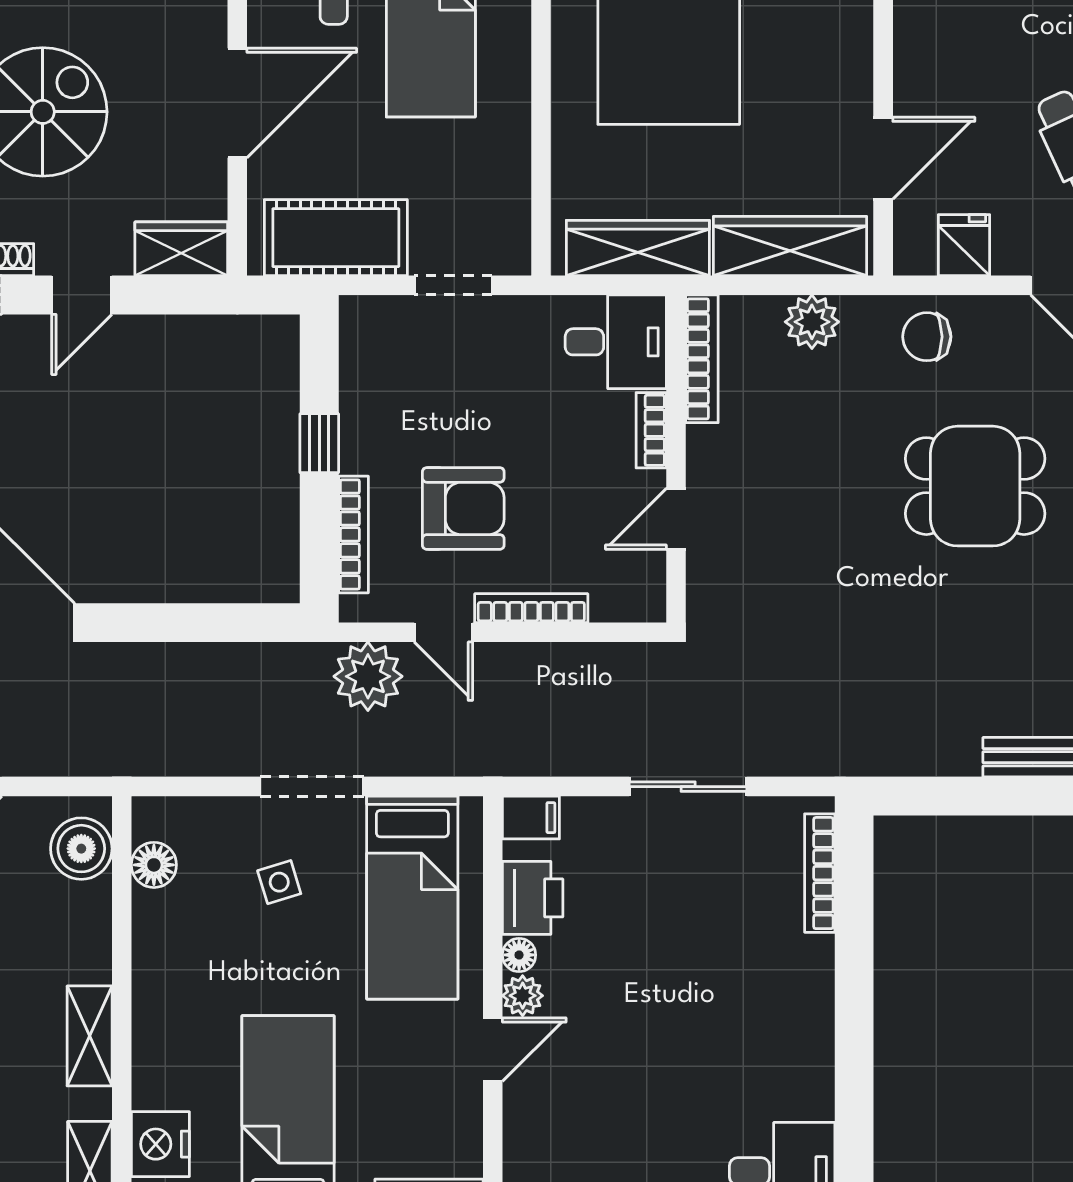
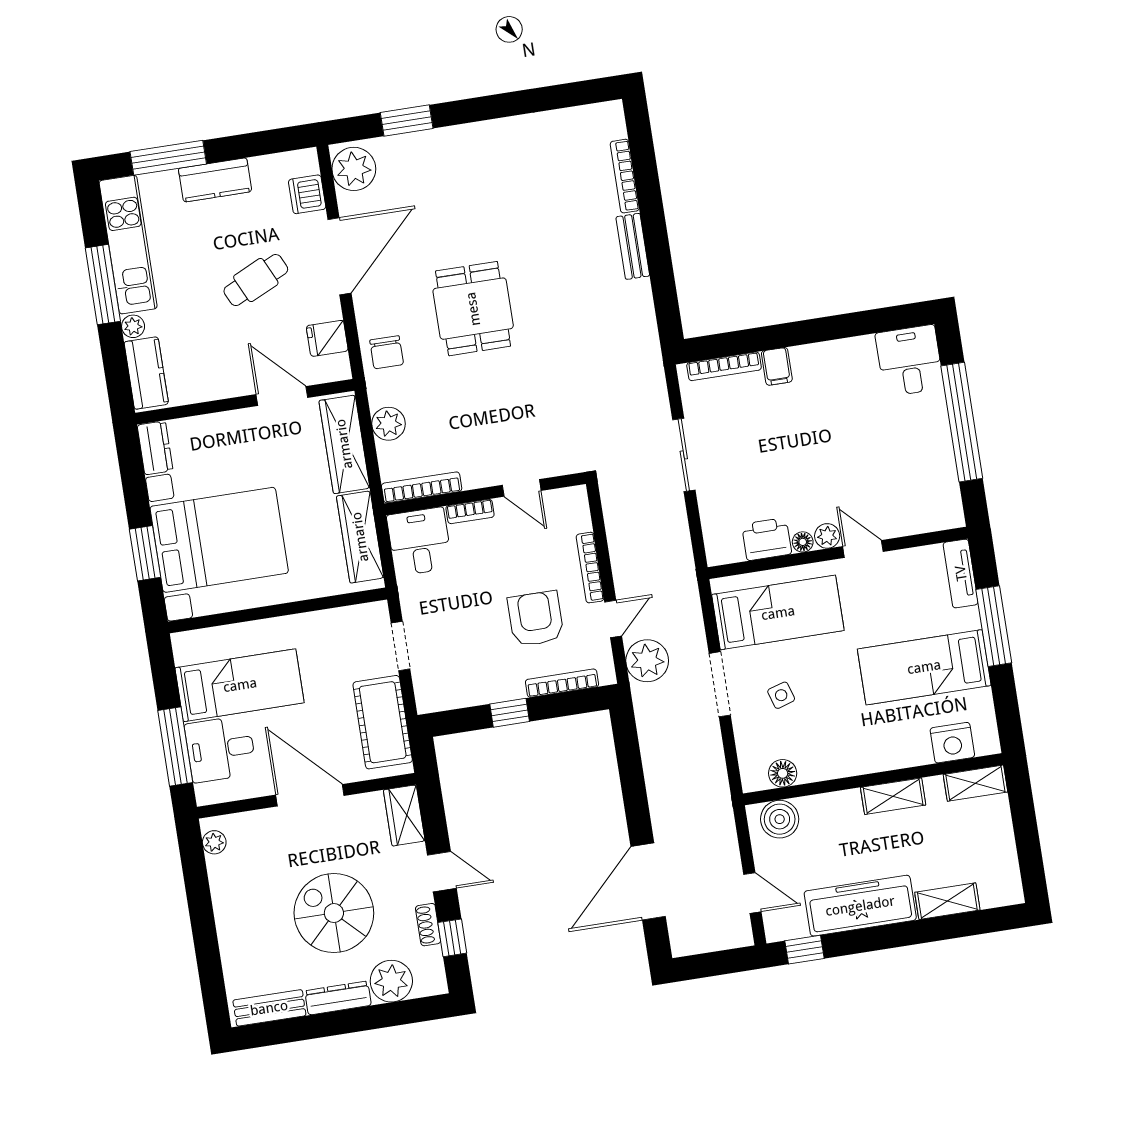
filing cabinet: (531, 818) -> (777, 366), moved, turned 180

